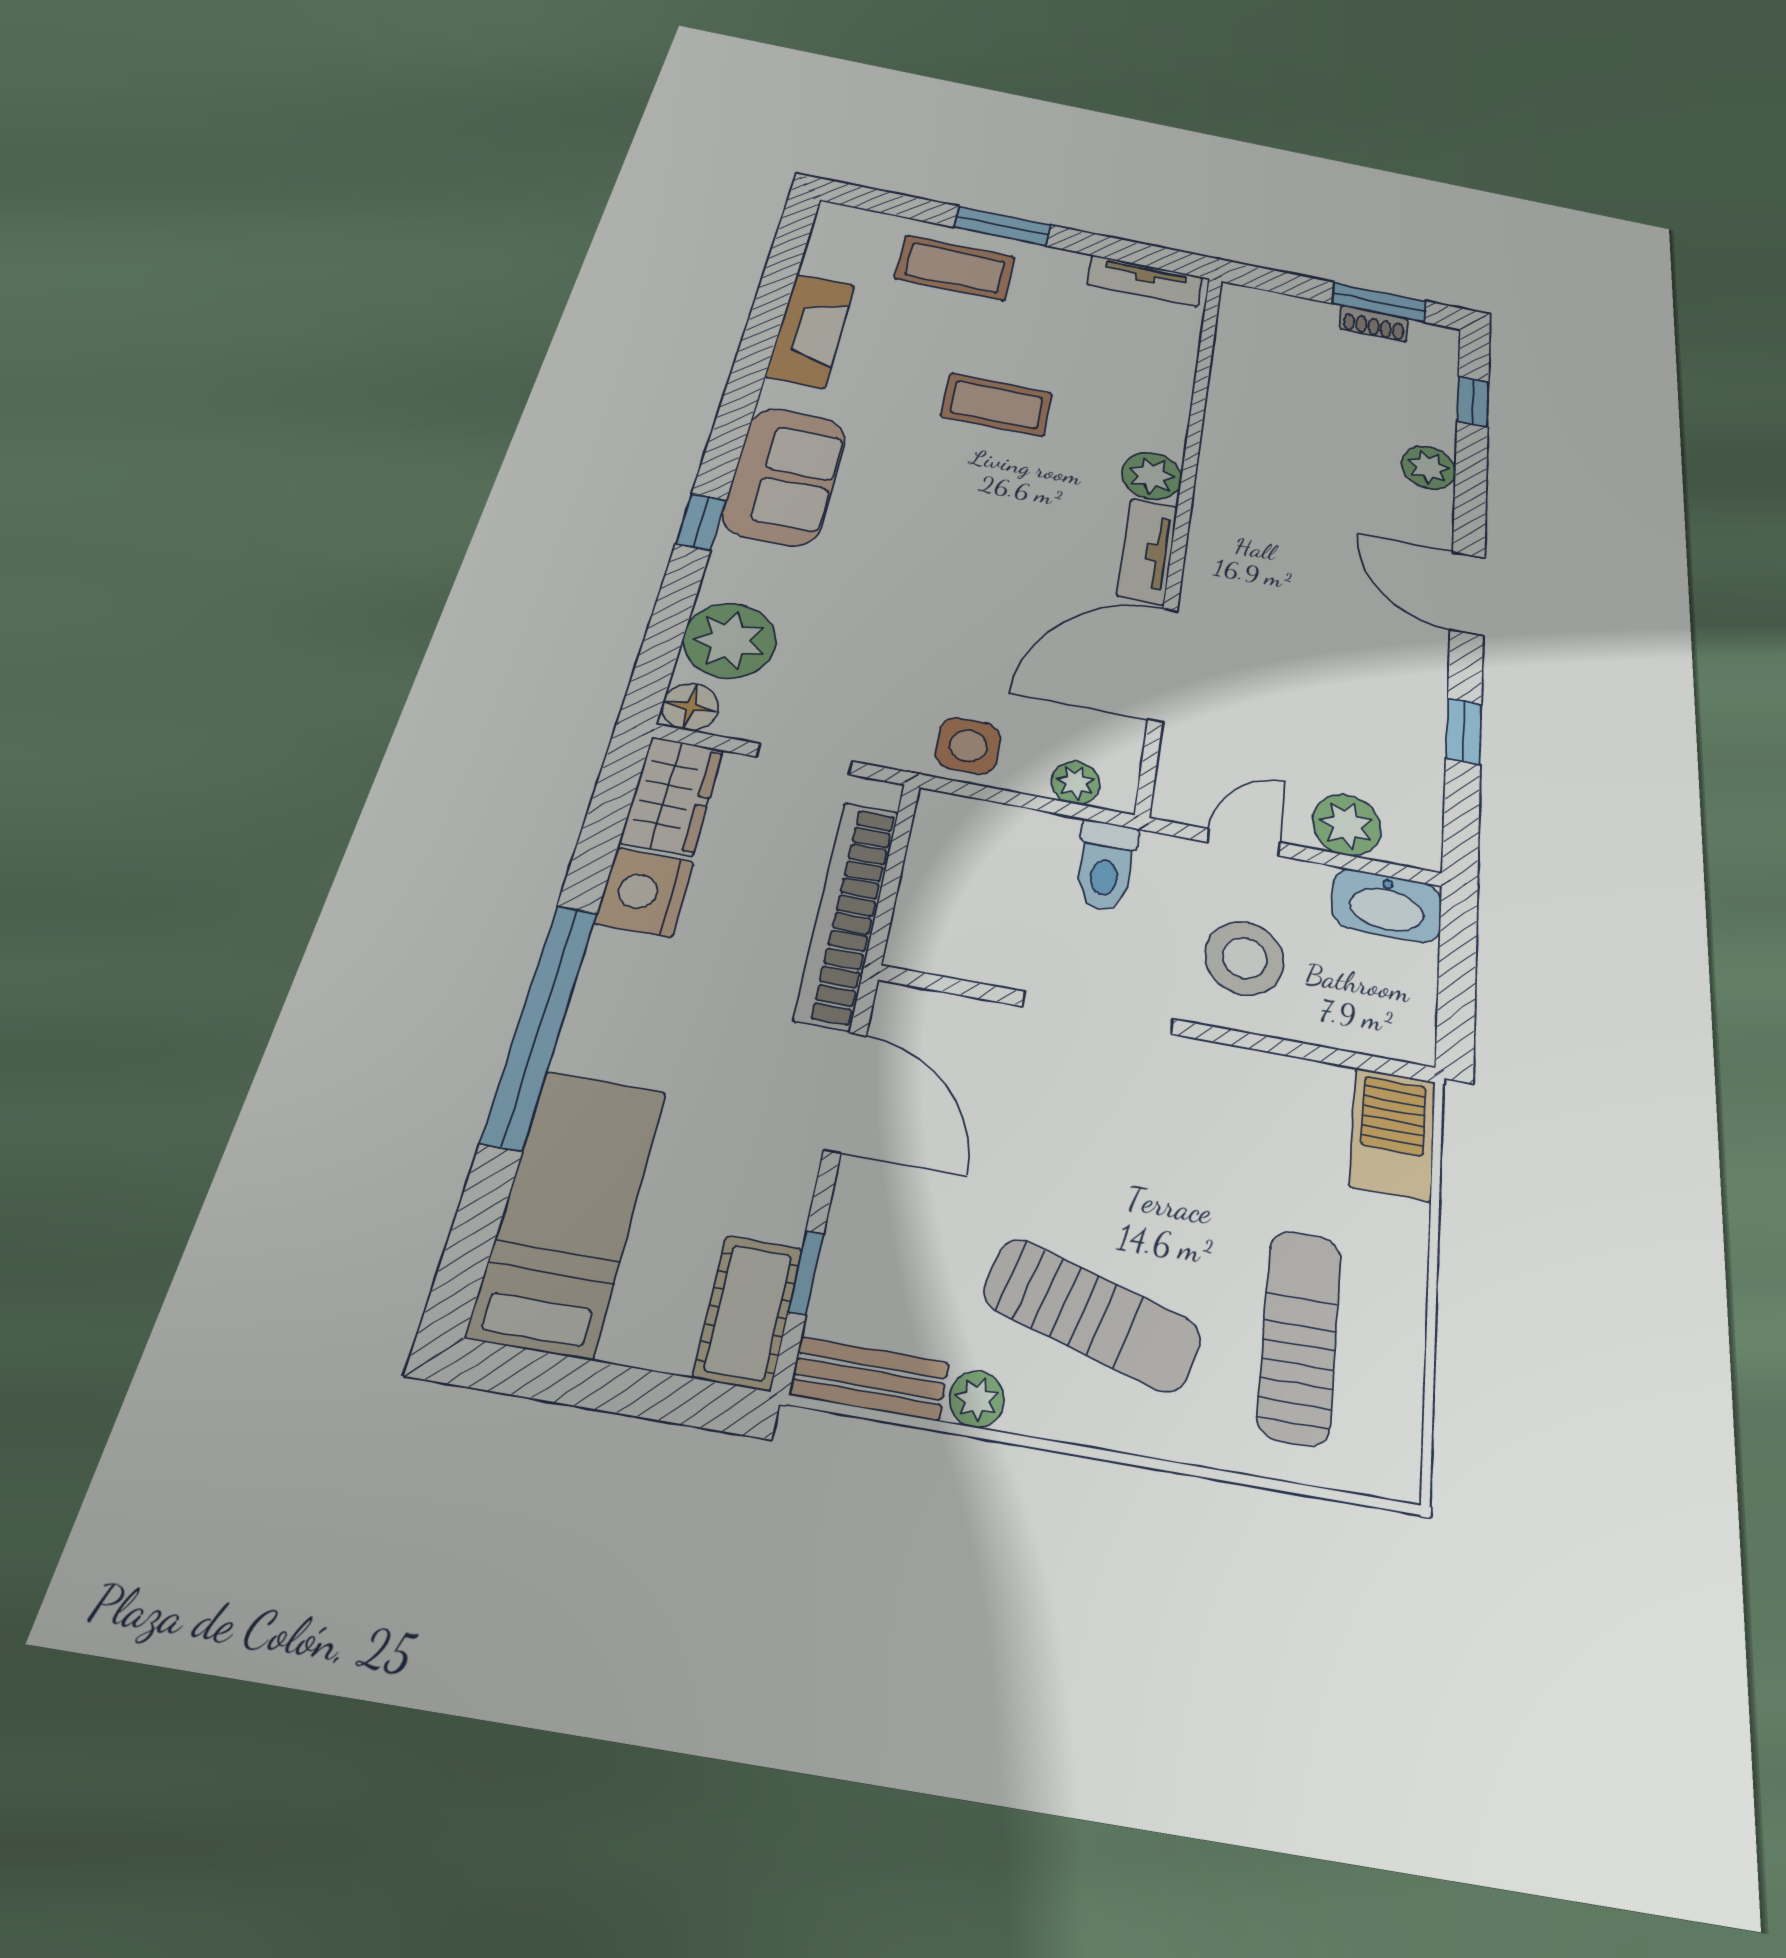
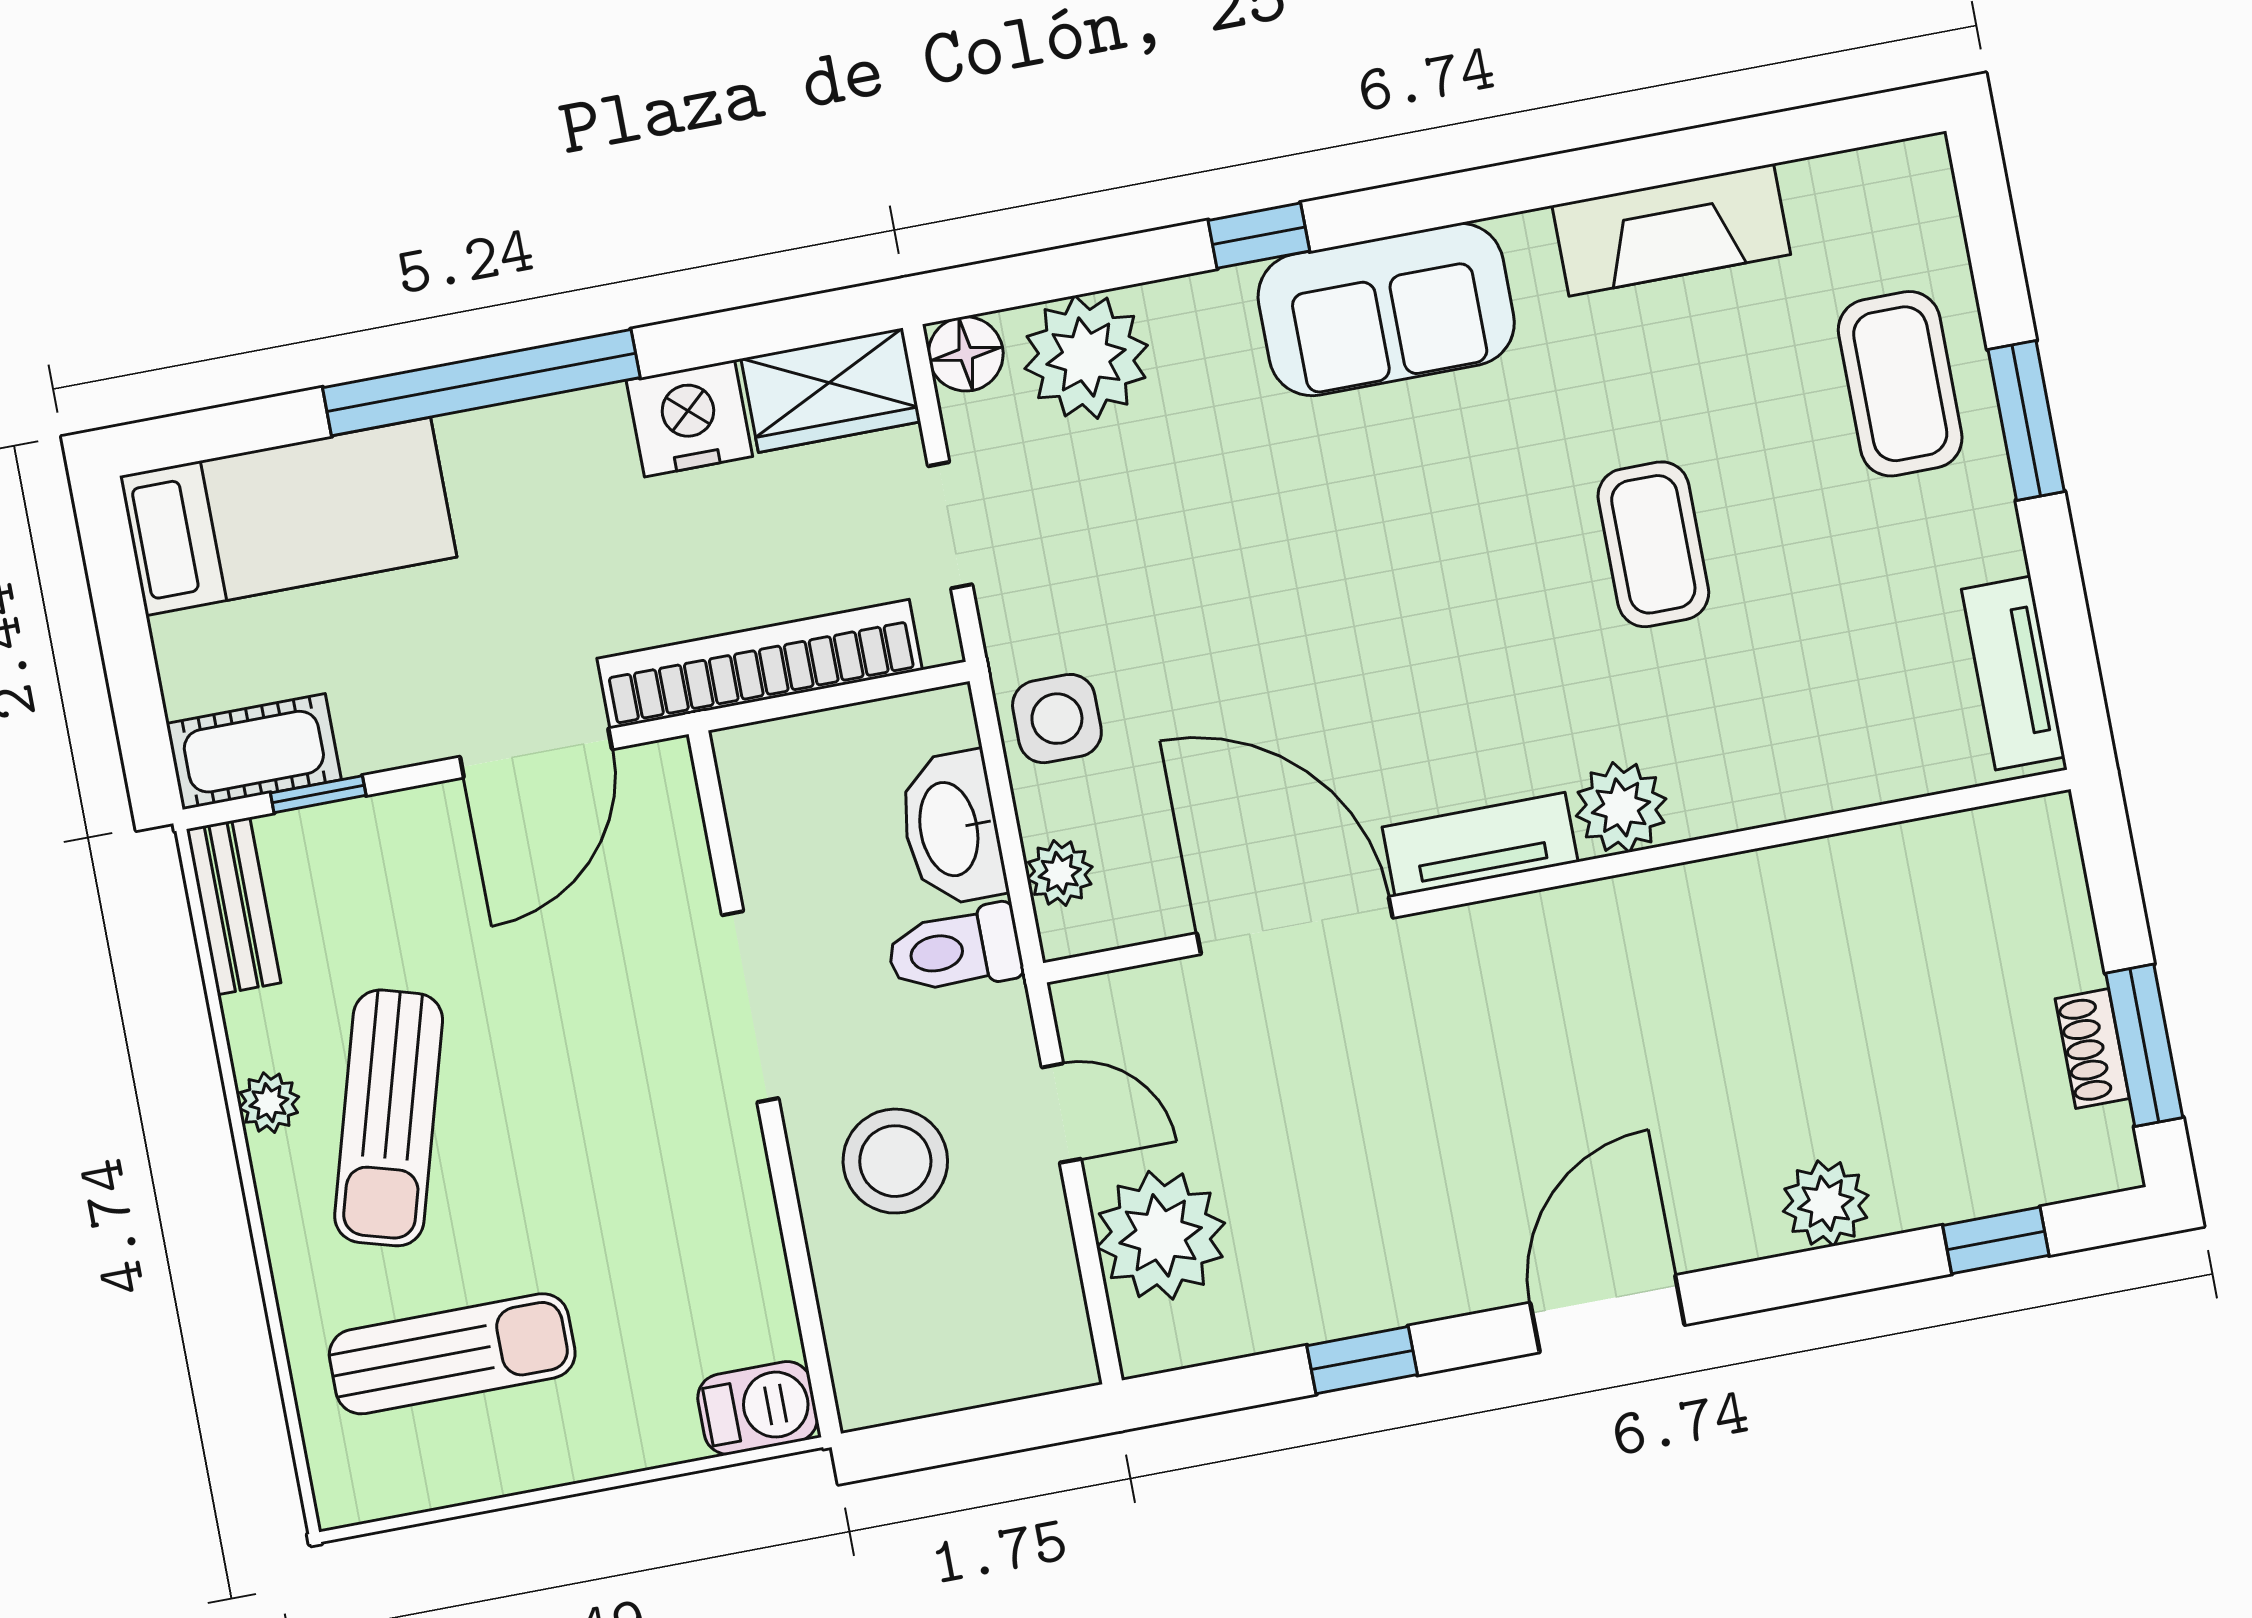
plant: (1347, 825) -> (1161, 1235), width x1.36, depth x1.36
washbasin: (1387, 905) -> (951, 829), moved
barbecue: (1393, 1134) -> (758, 1408), width x0.73, depth x0.79
plant: (977, 1399) -> (269, 1103), moved

